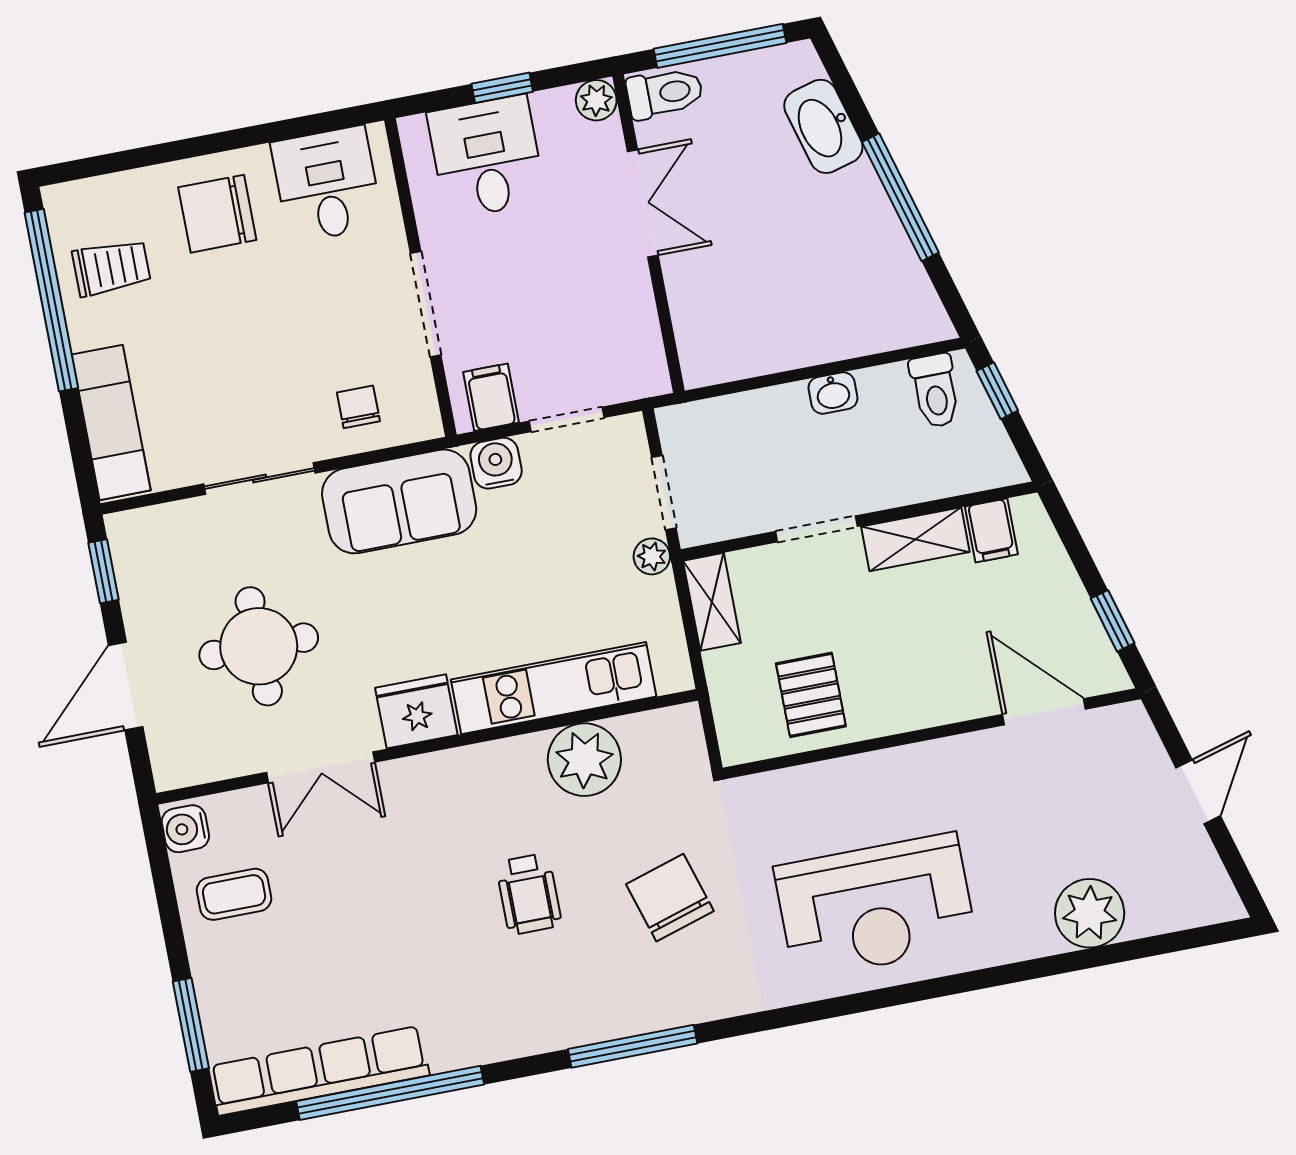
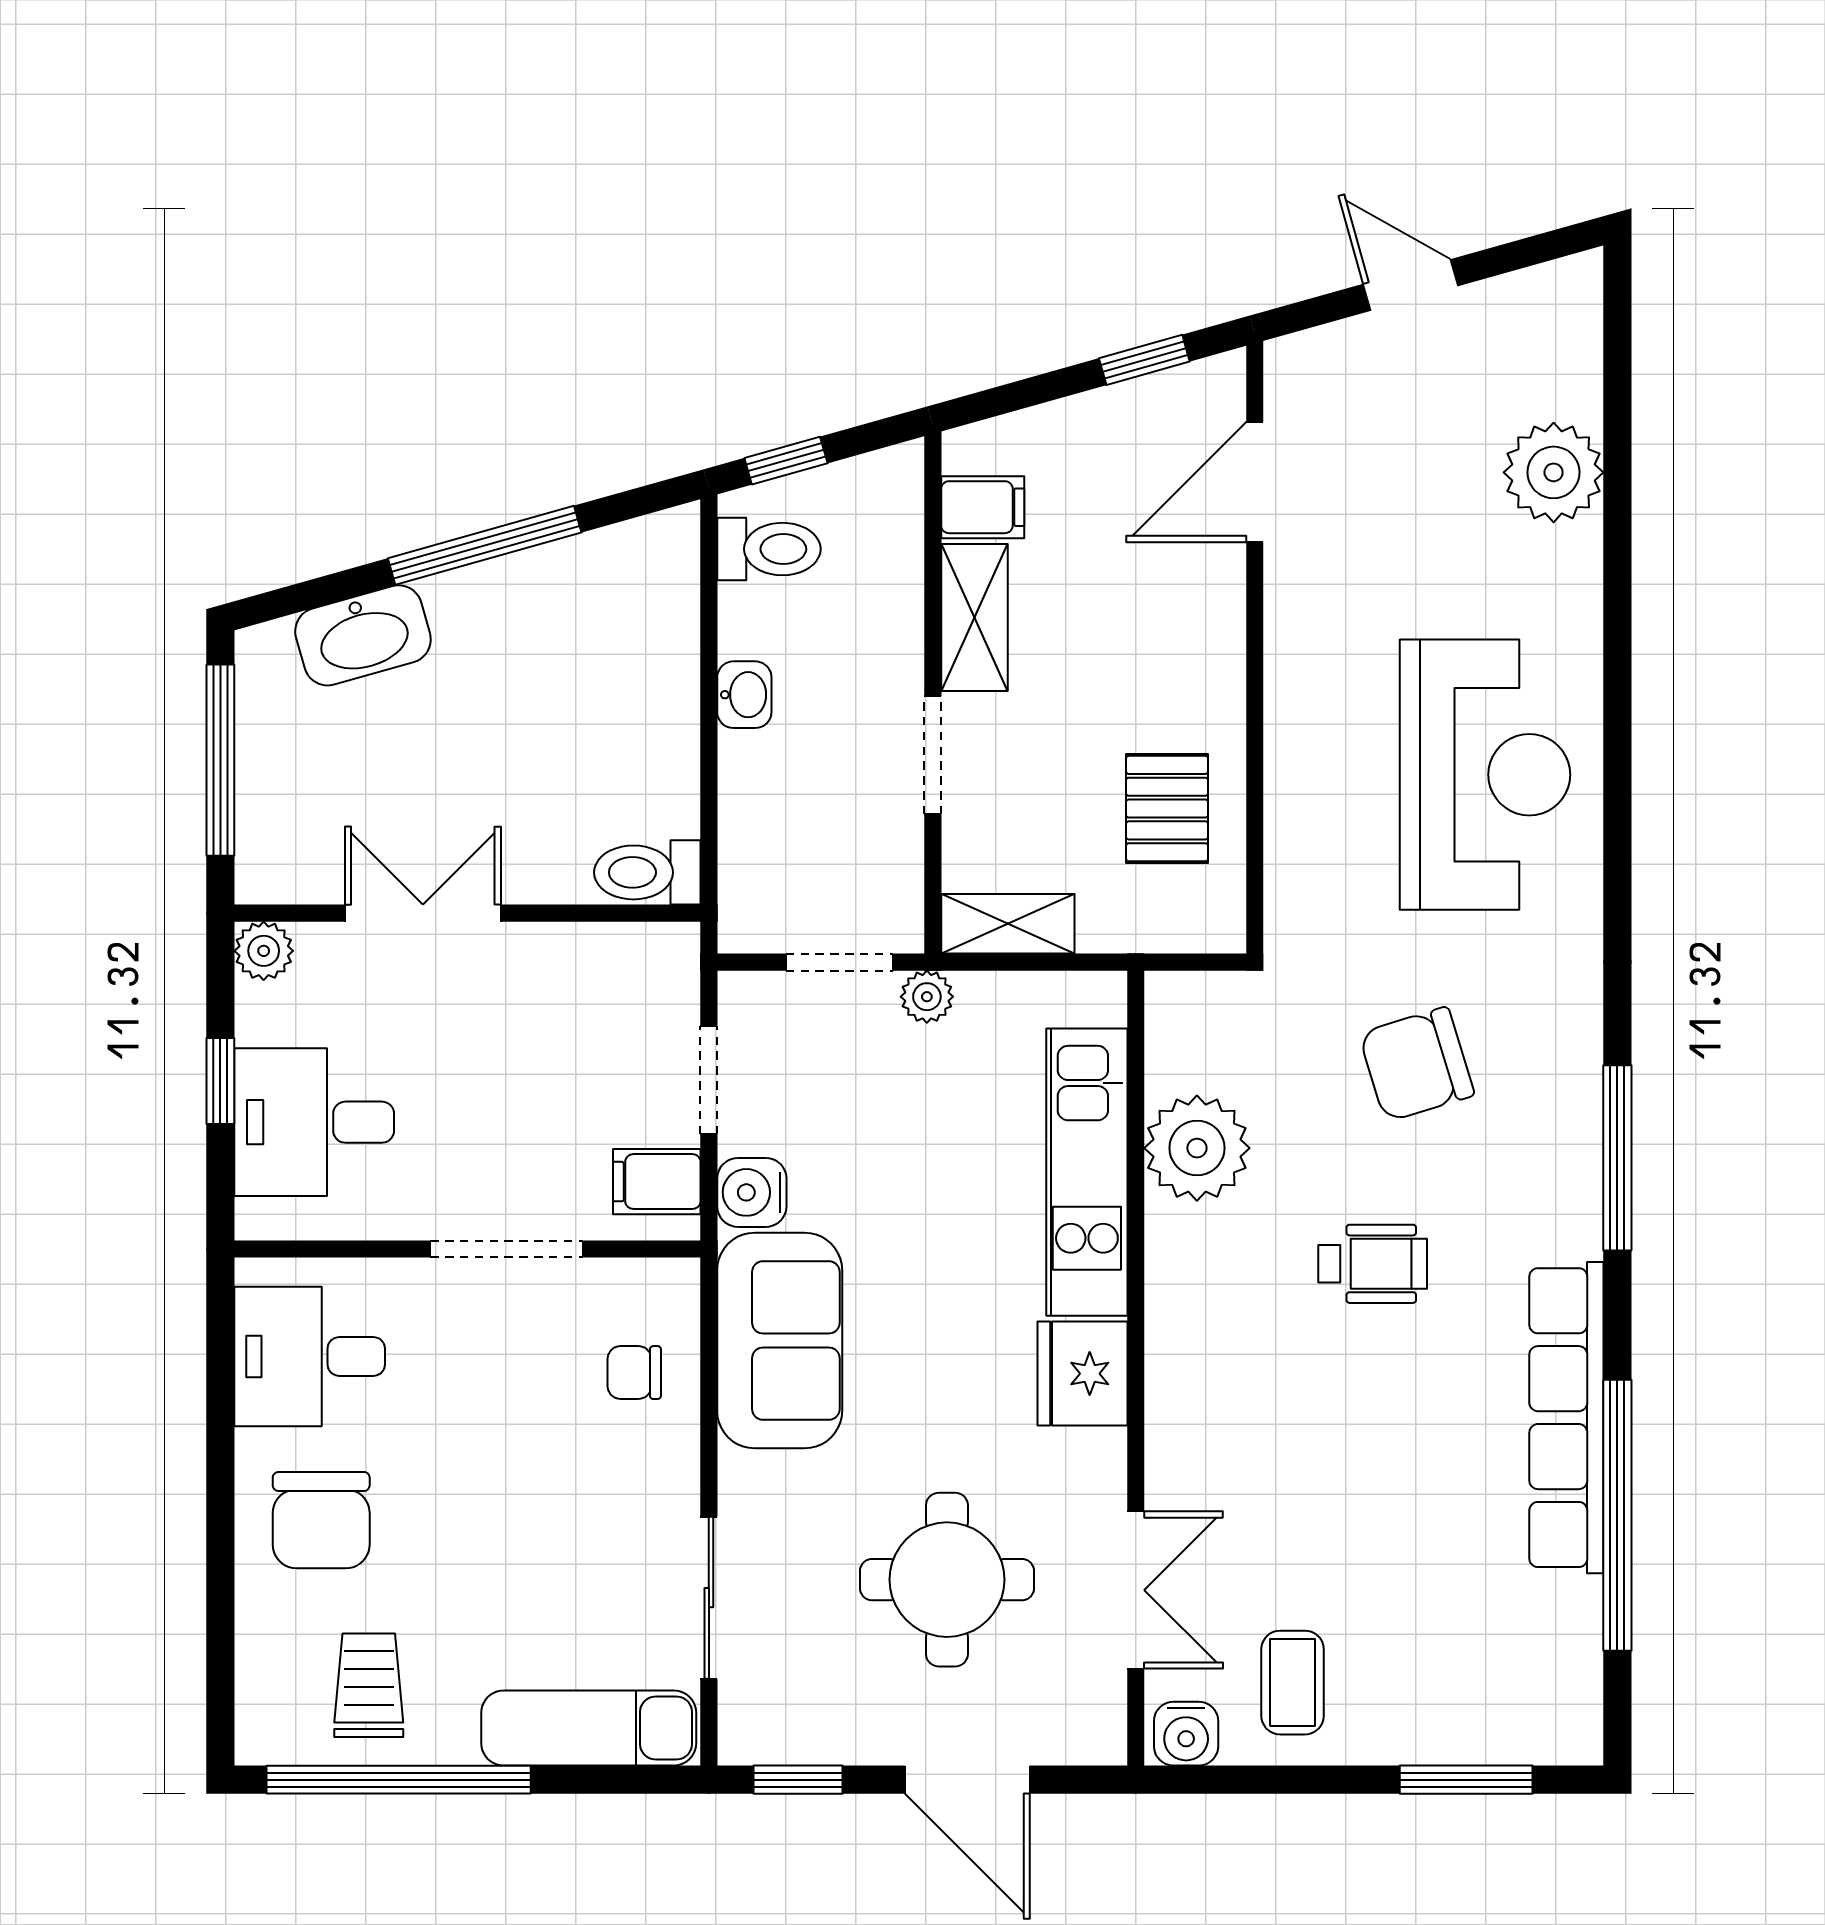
toilet: (665, 93) -> (647, 872), moved, turned -90
sliding door: (260, 479) -> (709, 1598), moved
pallet: (811, 695) -> (1167, 809), turned 90
double door: (321, 767) -> (1136, 1590), moved
row of seats: (319, 1071) -> (1566, 1418), moved

